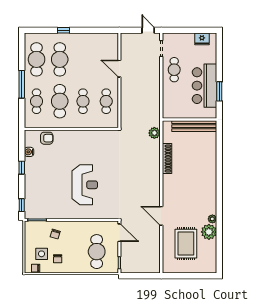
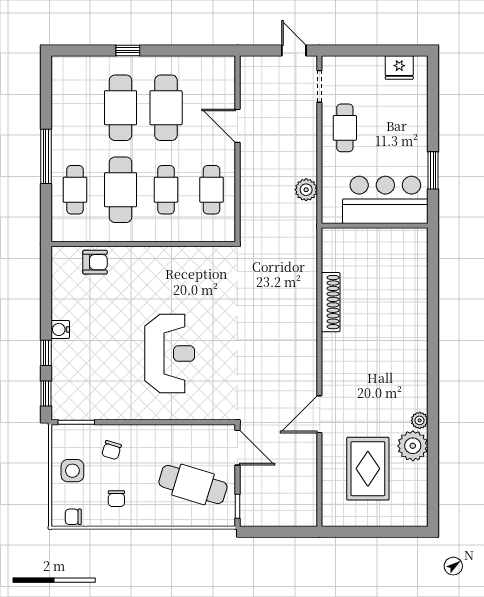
cafe table: (37, 59) -> (166, 108), moved
bar counter: (205, 86) -> (385, 200), moved, turned 90
bench: (194, 126) -> (384, 238), removed
plant: (154, 133) -> (306, 190), moved
water cooler: (29, 152) -> (60, 329), moved
window: (22, 168) -> (46, 353), moved
door: (161, 216) -> (319, 414), hinge flipped
cafe table: (97, 252) -> (193, 484), turned -73
side table: (42, 254) -> (72, 471), moved

